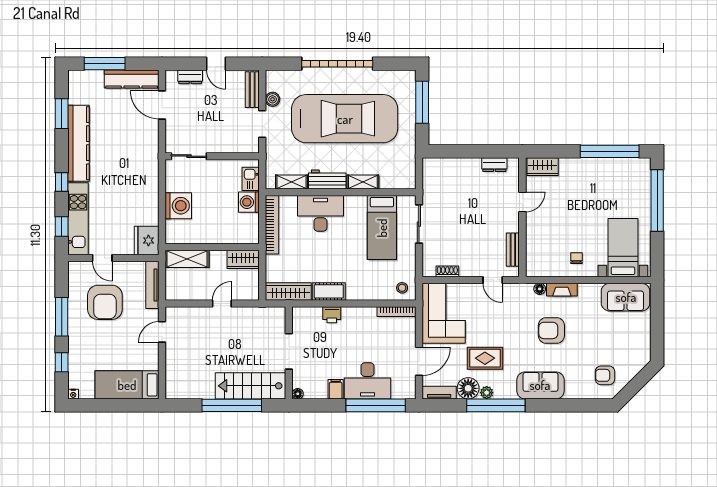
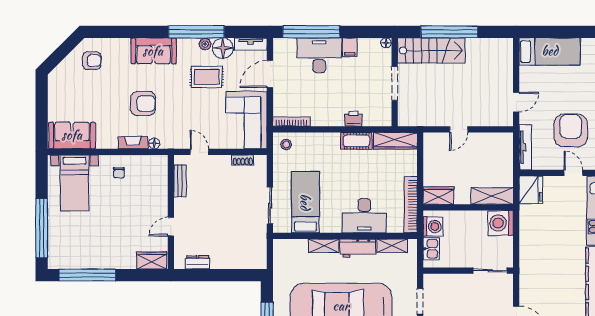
wall: (212, 247) -> (468, 207), moved
shelving: (187, 259) -> (492, 196), moved
wardrobe: (243, 259) -> (438, 196), moved

